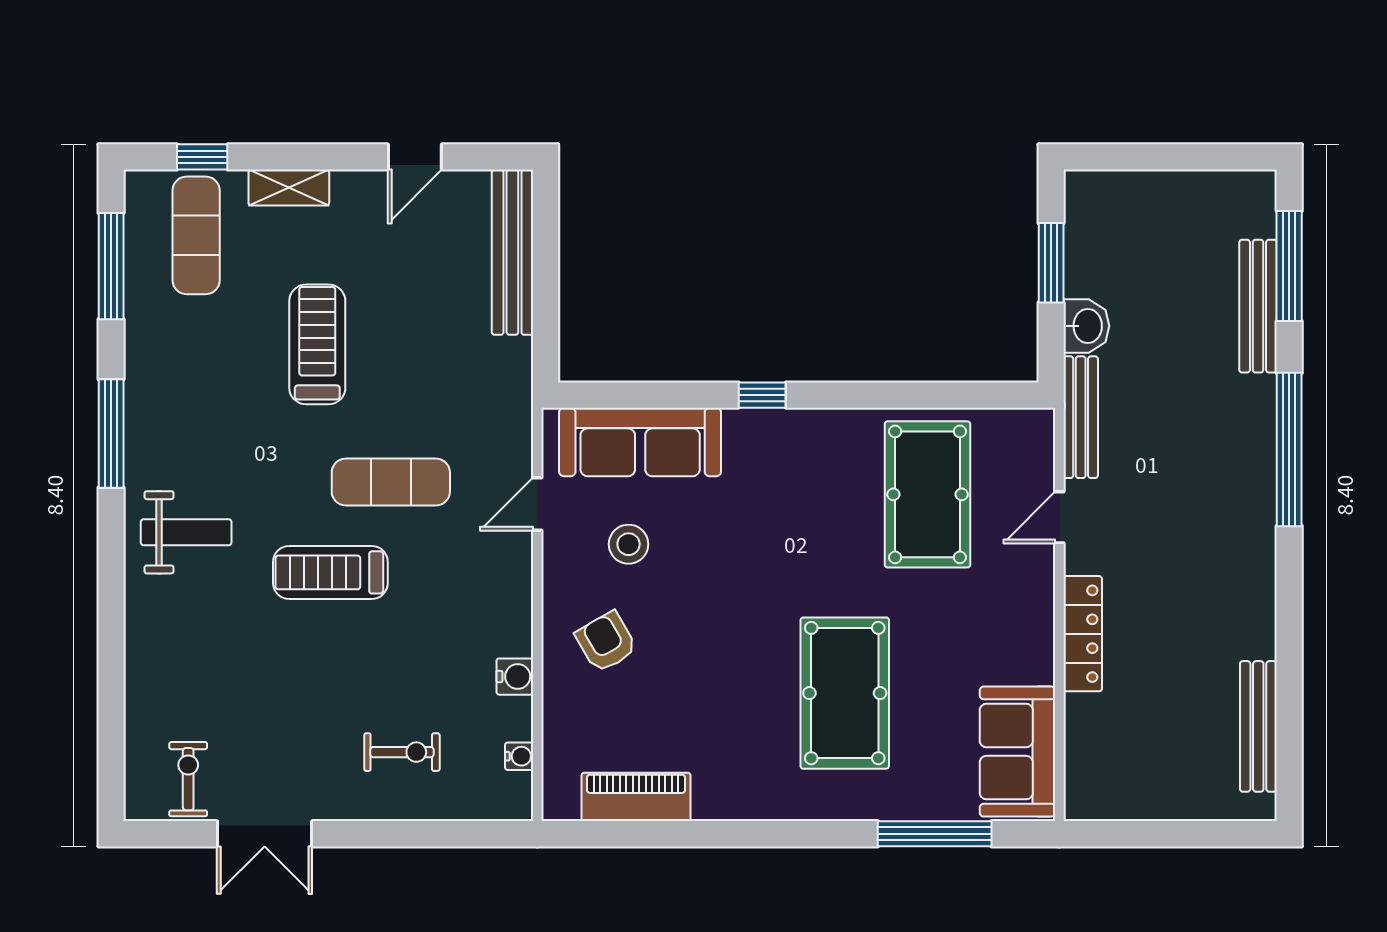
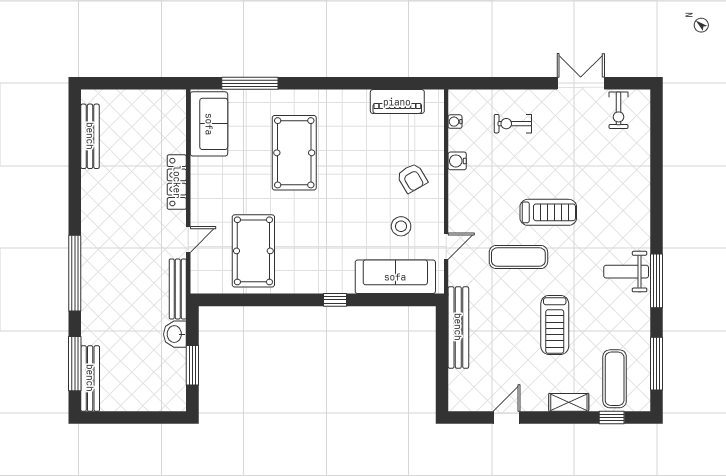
bench: (512, 252) -> (458, 327), moved
bench: (1258, 306) -> (90, 378), moved
weight bench: (186, 532) -> (626, 272), moved

